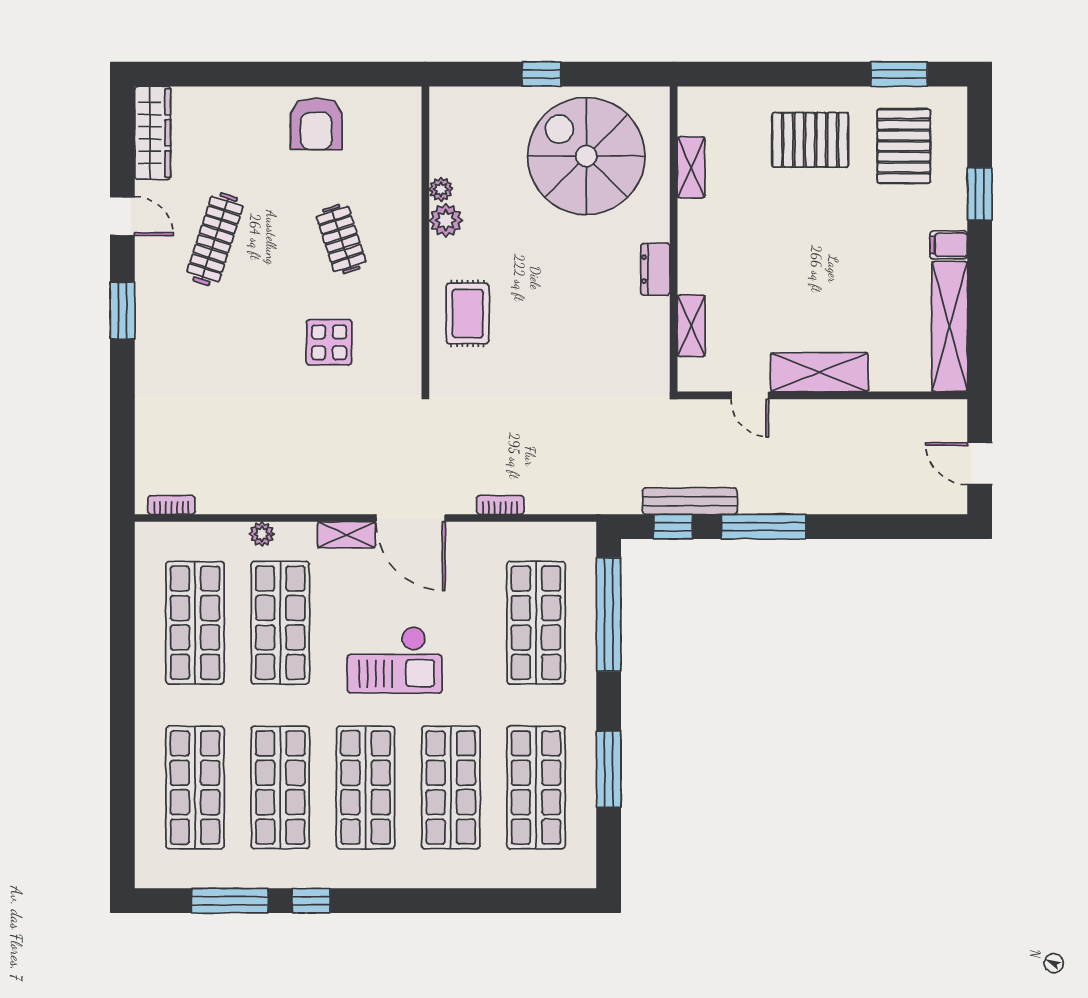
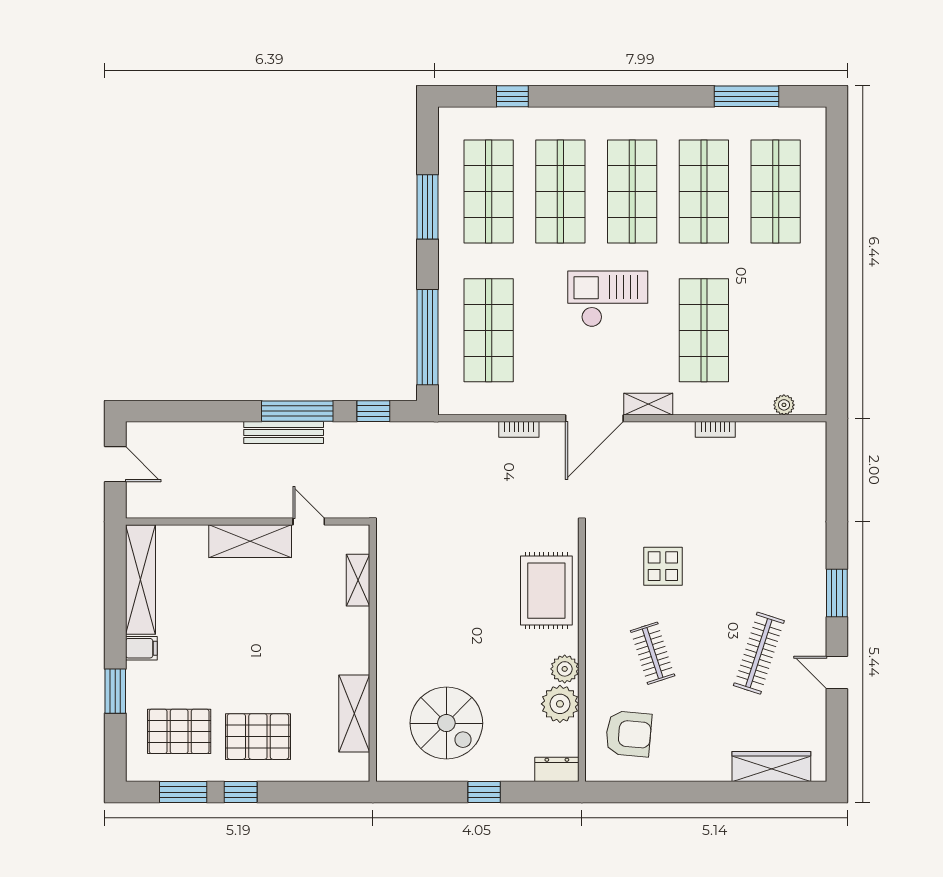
window: (831, 74) -> (241, 792), added
armchair: (316, 124) -> (629, 734), moved, turned 95
wardrobe: (153, 133) -> (771, 767), moved, turned 90
pallet: (904, 146) -> (179, 731), turned 90
spiral stairs: (586, 156) -> (446, 723), width x0.73, depth x0.73
shelving: (691, 167) -> (354, 713), width x1.50, depth x1.33
plant: (441, 189) -> (560, 704), width x1.88, depth x1.88
dresser: (655, 269) -> (557, 769), moved, turned -90
rug: (468, 313) -> (546, 591), width x1.36, depth x1.43
bench: (690, 501) -> (284, 433), moved
bookcase: (171, 505) -> (715, 429), moved
door: (410, 518) -> (594, 418), swing flipped
plant: (262, 534) -> (784, 405), moved
shop shelf: (195, 623) -> (776, 330), removed
window: (311, 901) -> (512, 96), moved

